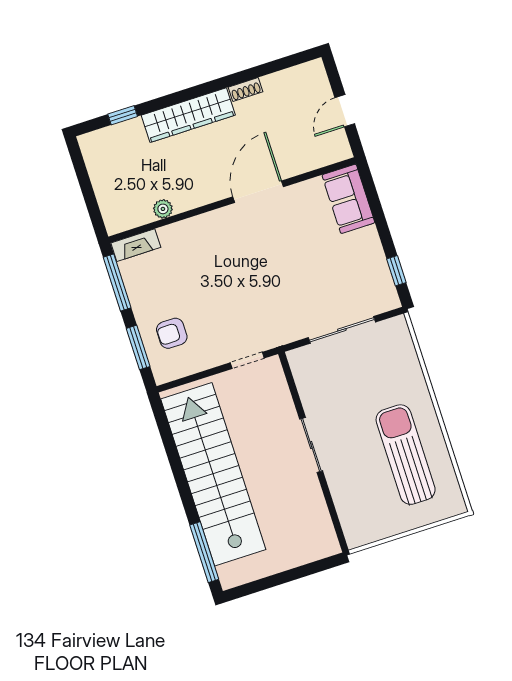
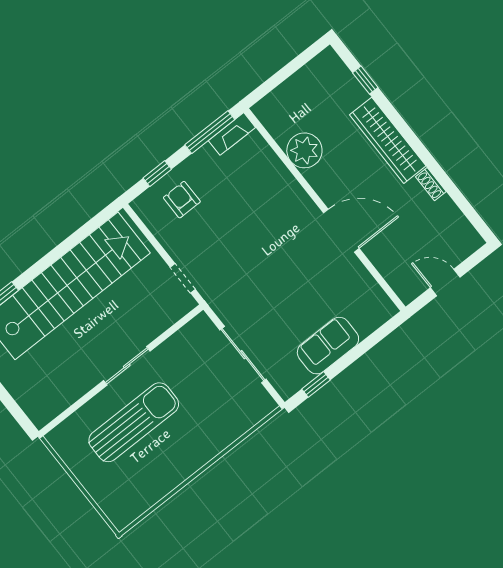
sofa: (348, 199) -> (328, 346), moved
plant: (163, 209) -> (304, 150), width x1.88, depth x1.88
fireplace: (136, 245) -> (232, 134), moved, turned -90
window: (138, 347) -> (157, 174), width x0.67
sun lounger: (406, 455) -> (134, 422), moved

